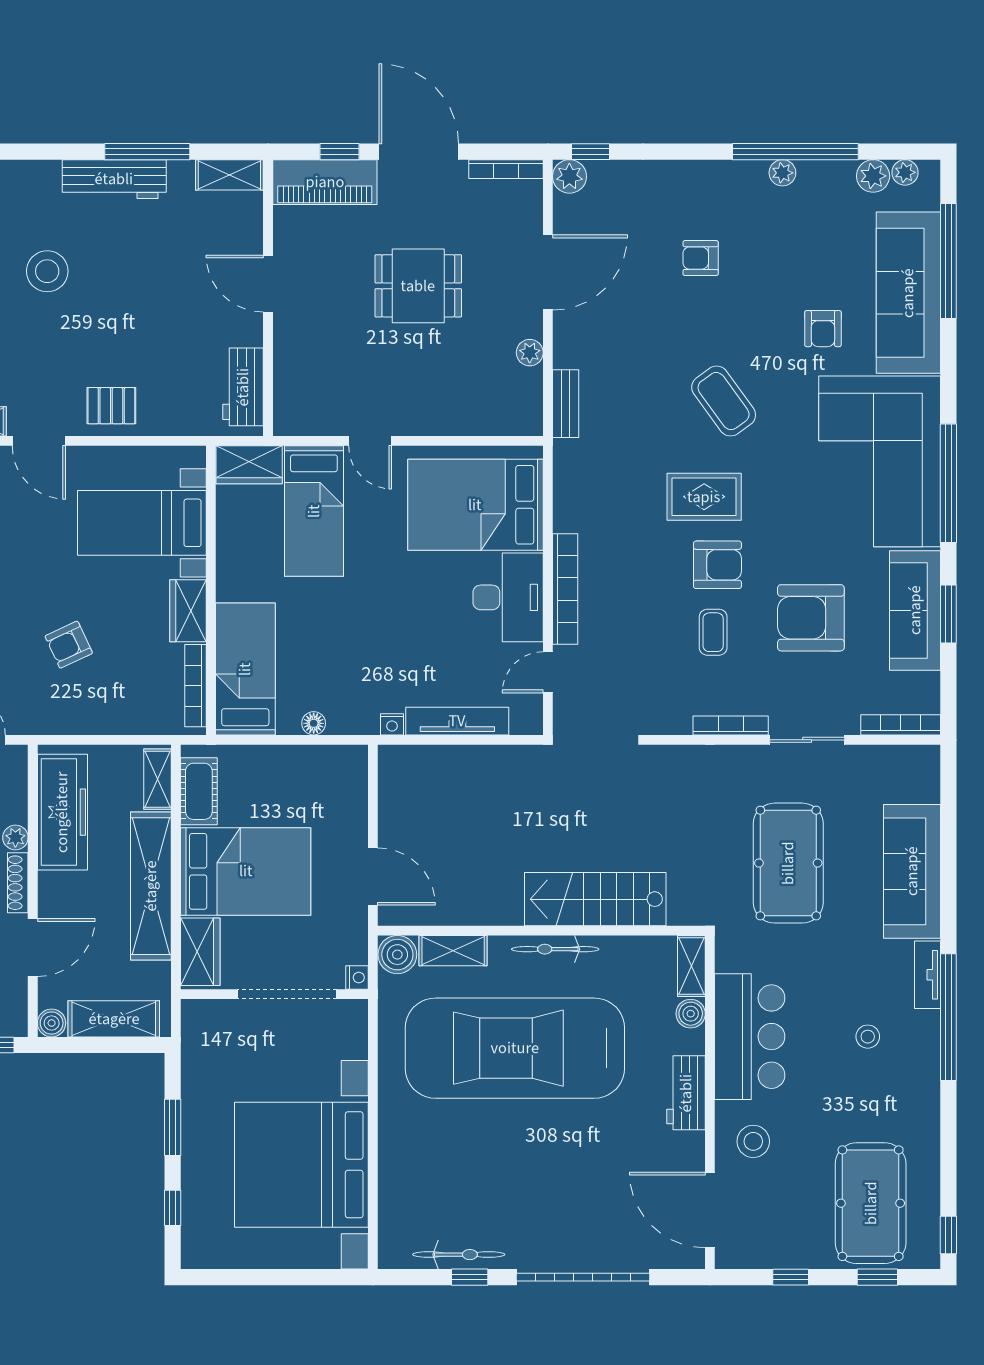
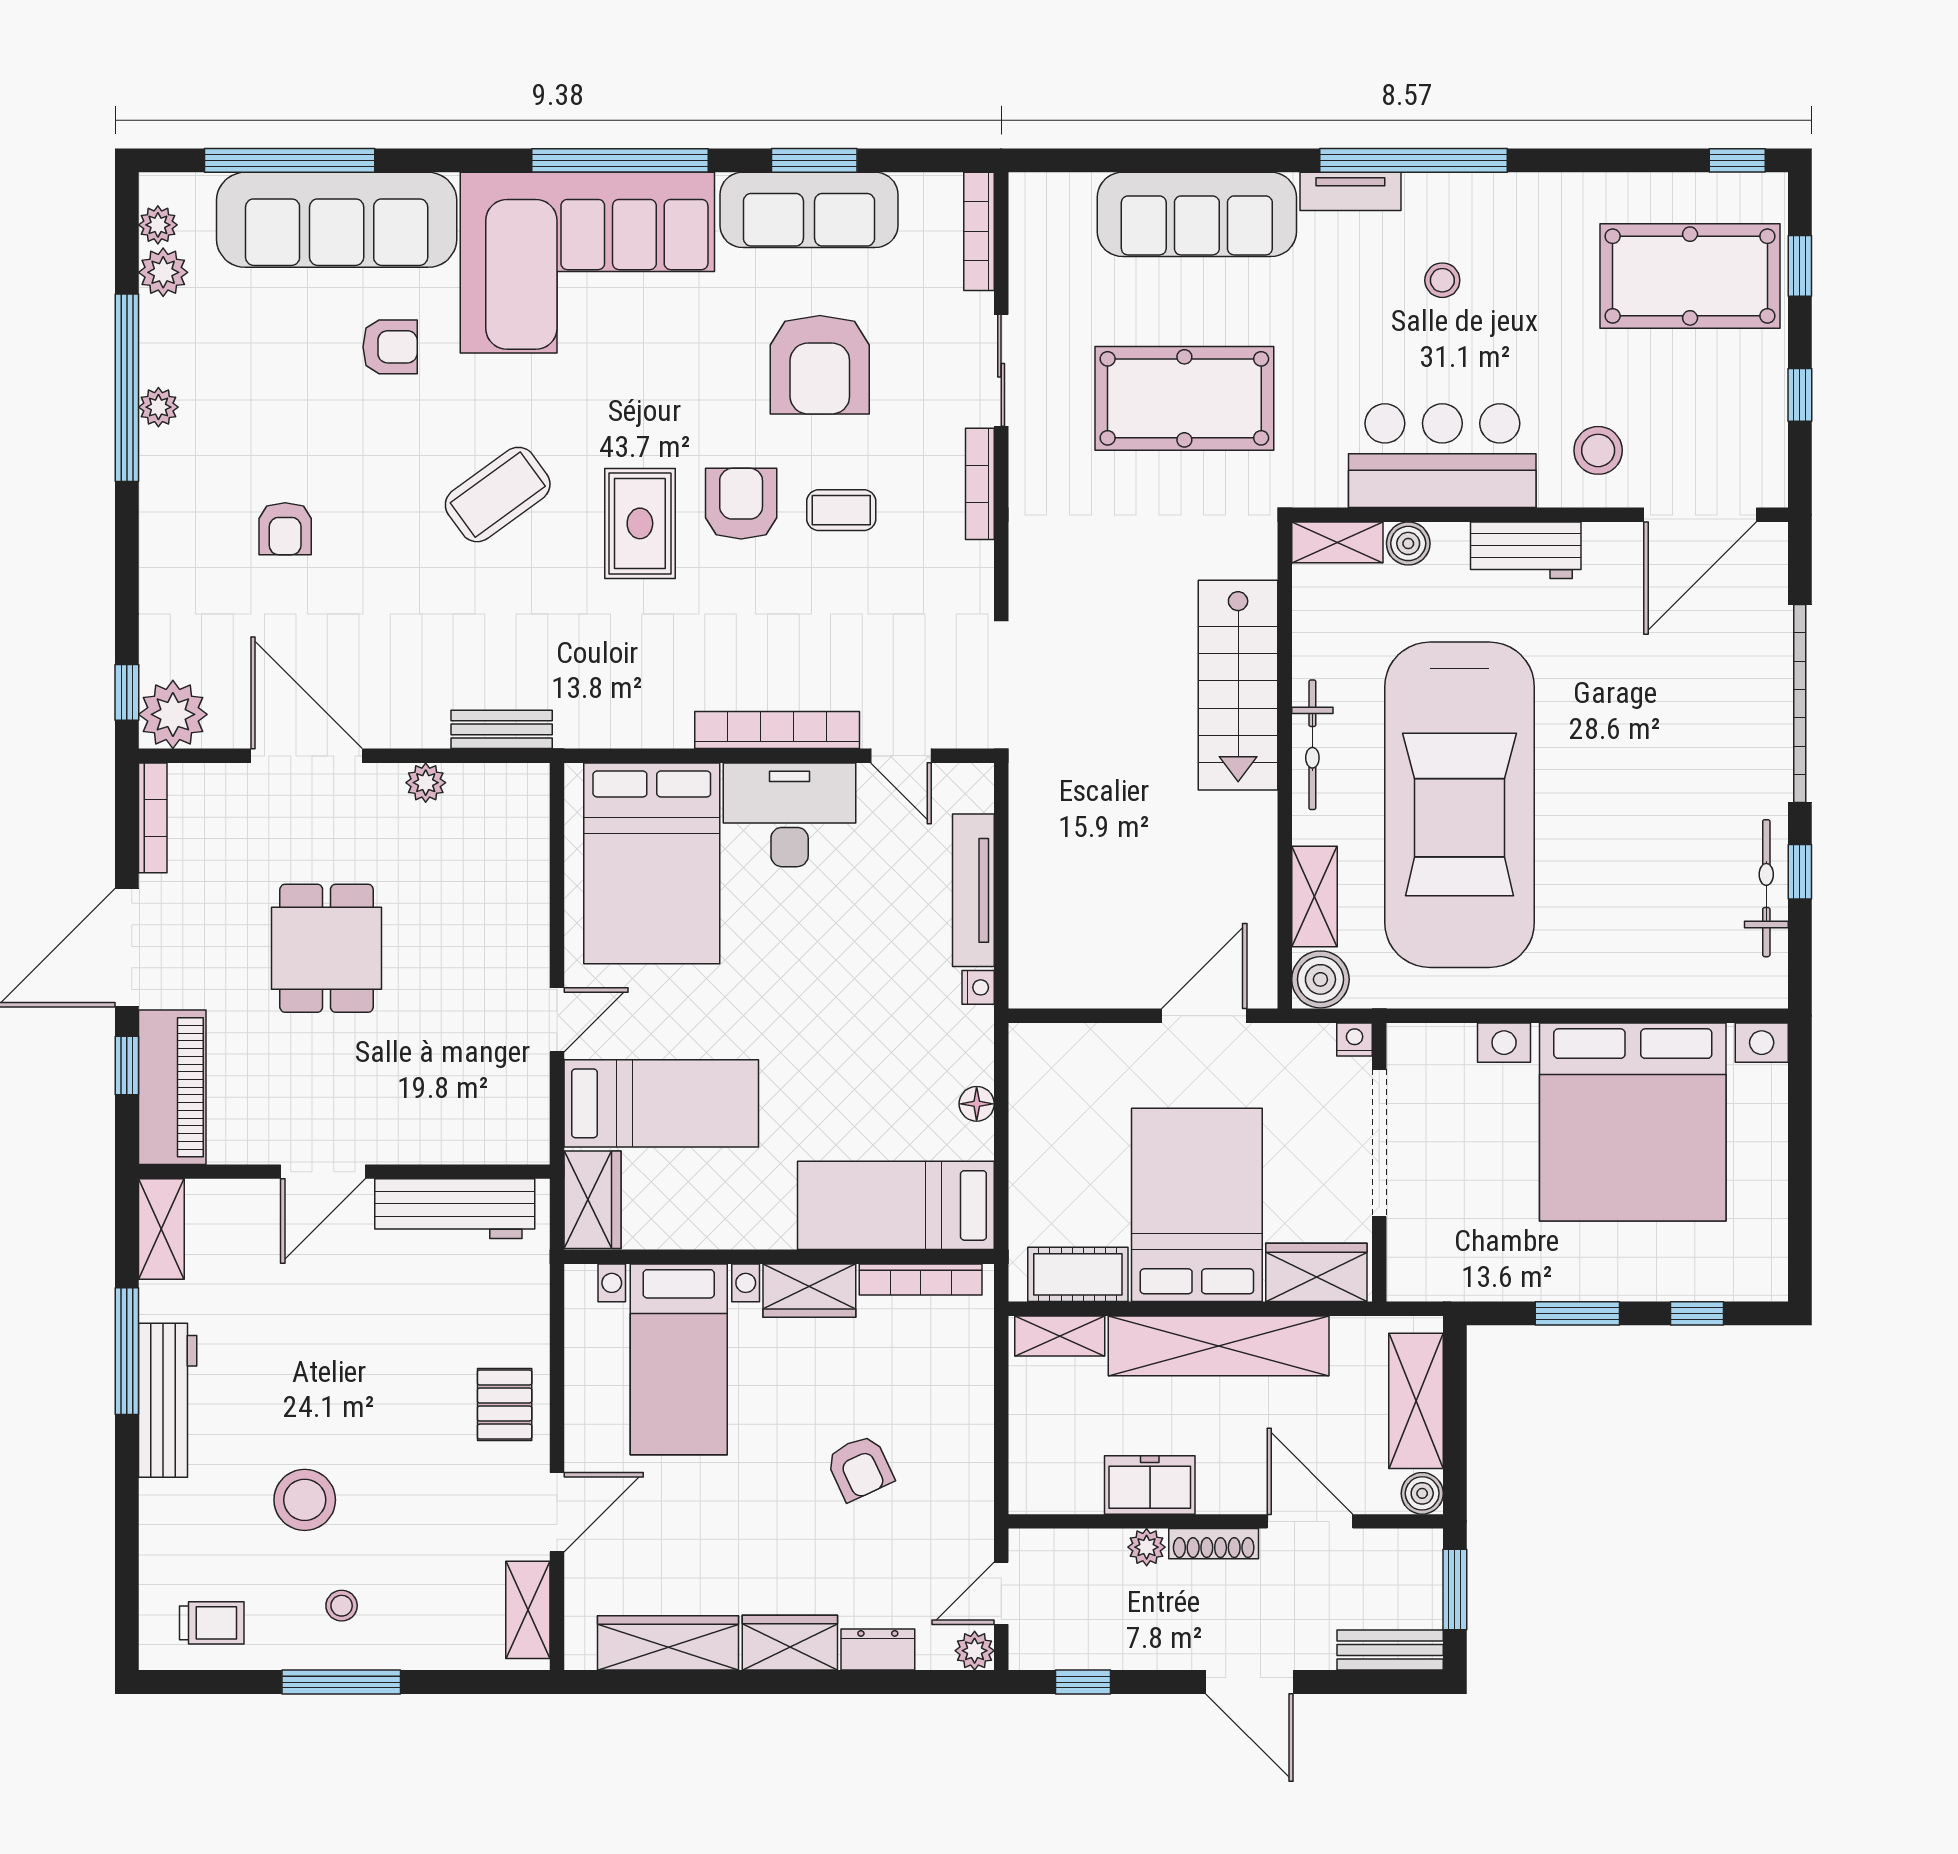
plant: (569, 176) -> (173, 714), width x1.36, depth x1.36
workbench: (243, 387) -> (455, 1209), width x1.38
freezer: (62, 812) -> (1150, 1485), width x0.52, depth x0.79

